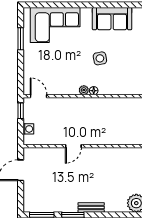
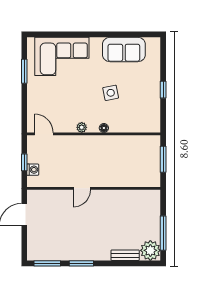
plant: (84, 90) -> (82, 127), moved
window: (21, 111) -> (24, 162), moved
bench: (91, 208) -> (125, 255), moved

